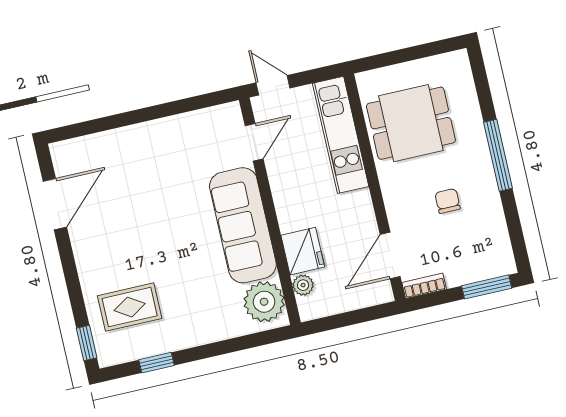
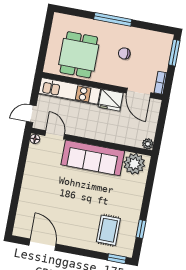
floor lamp: (232, 111) -> (35, 139), added
fridge: (303, 251) -> (111, 100), moved, turned 180
plant: (303, 285) -> (148, 144), moved

